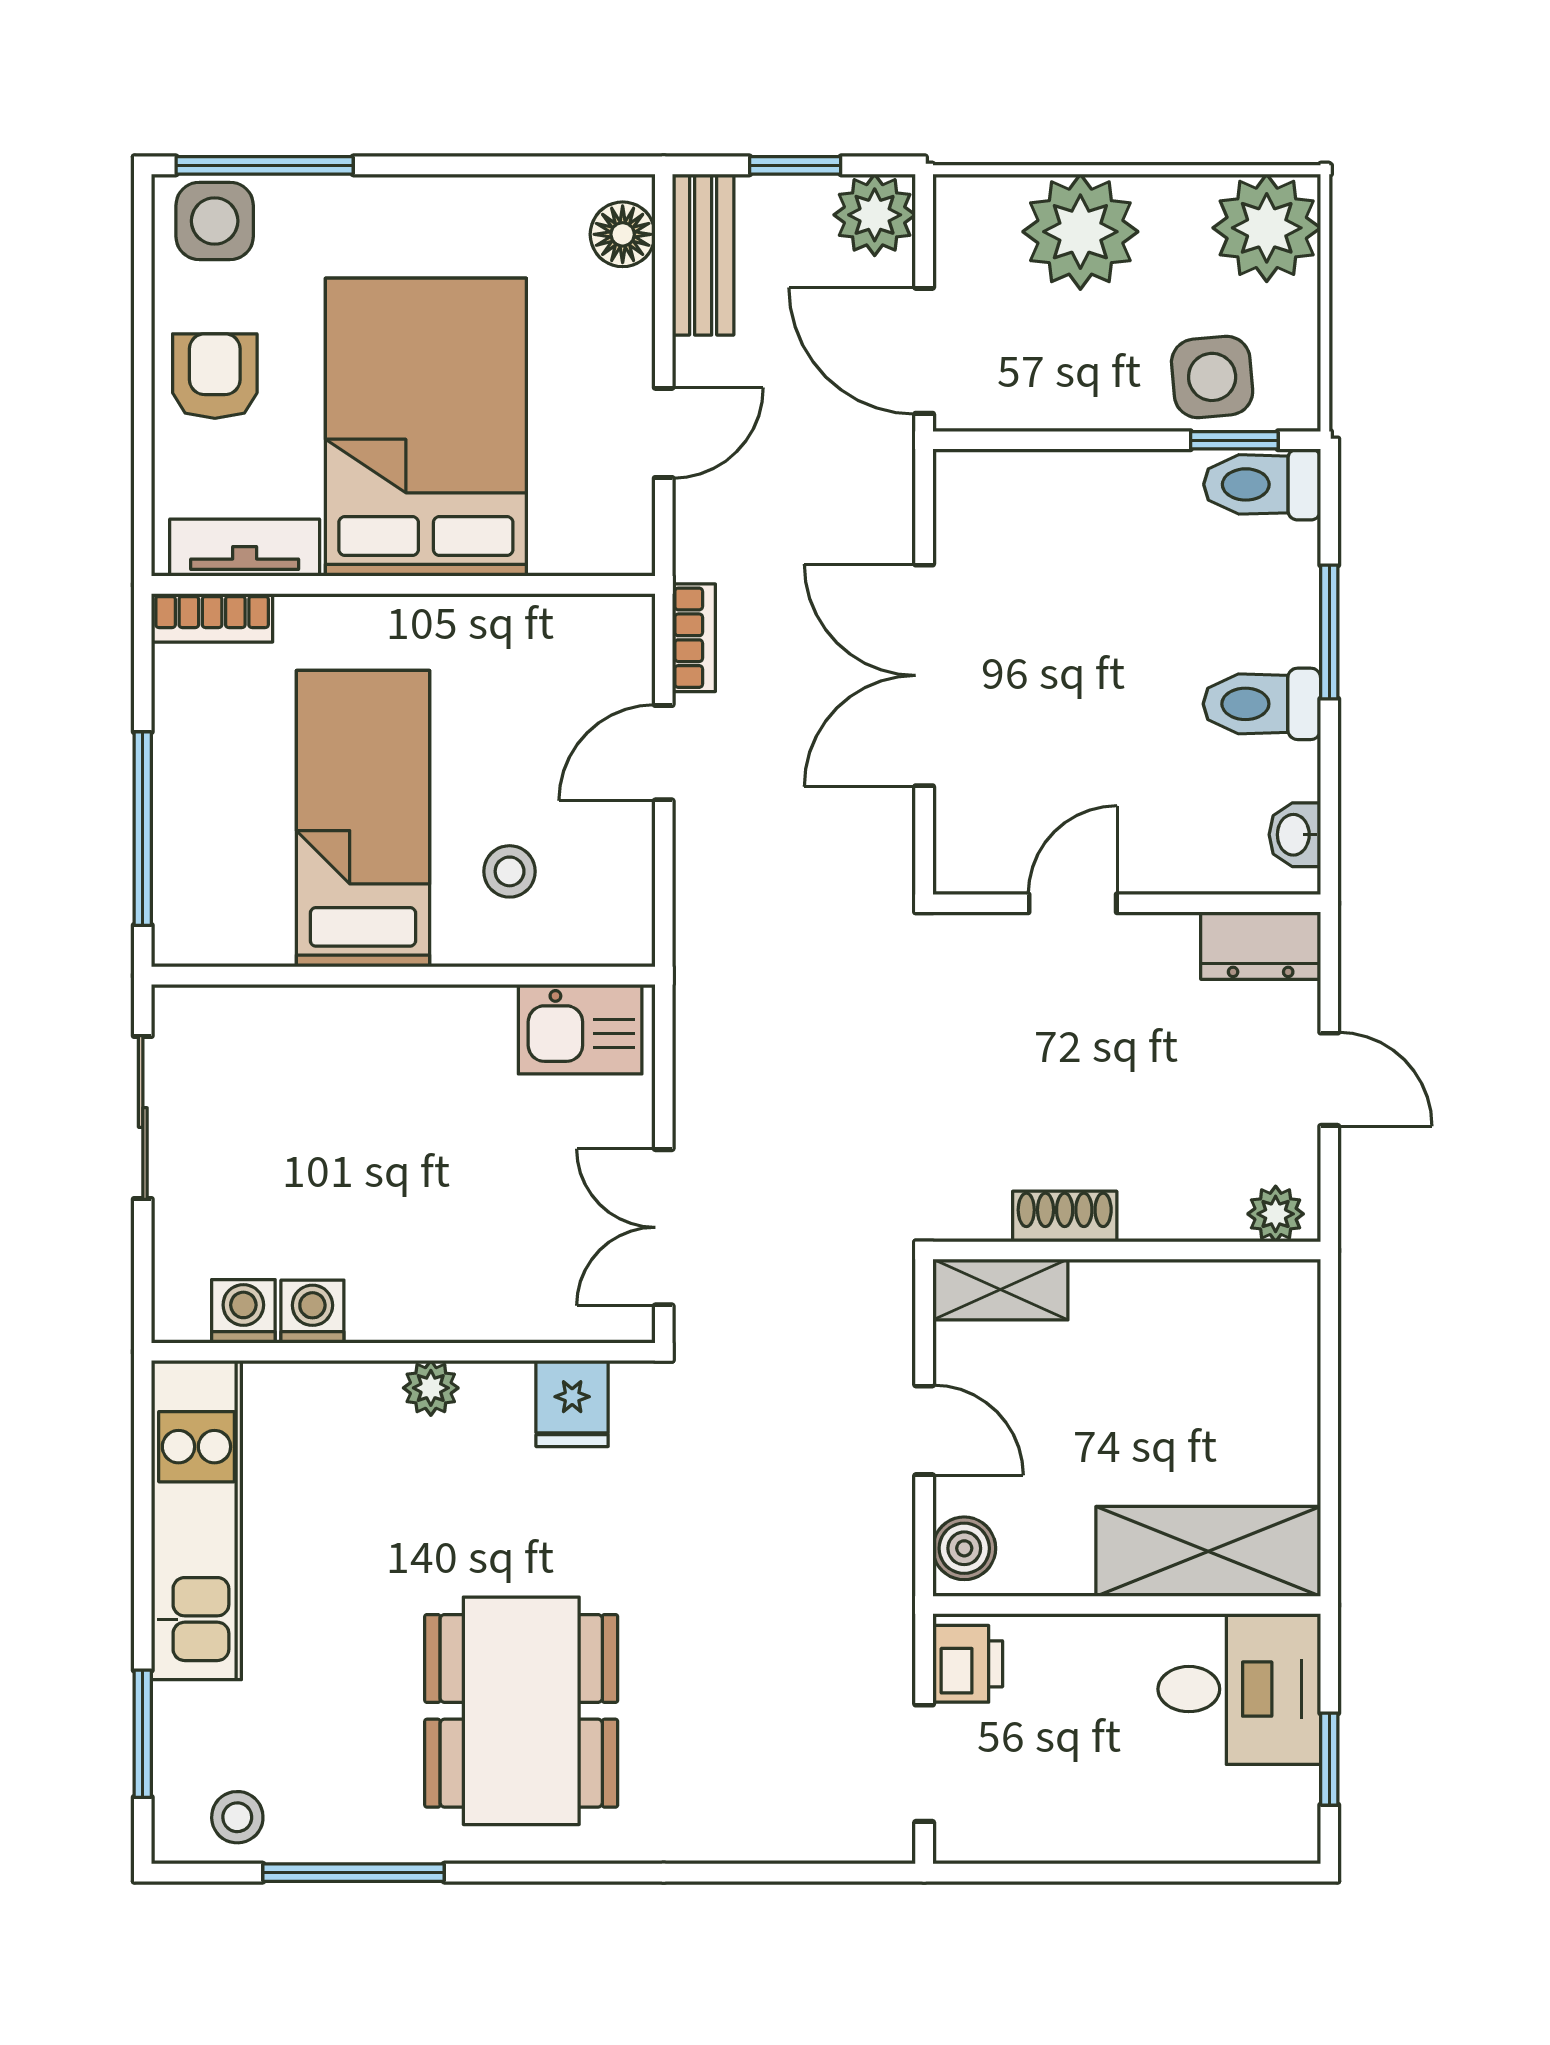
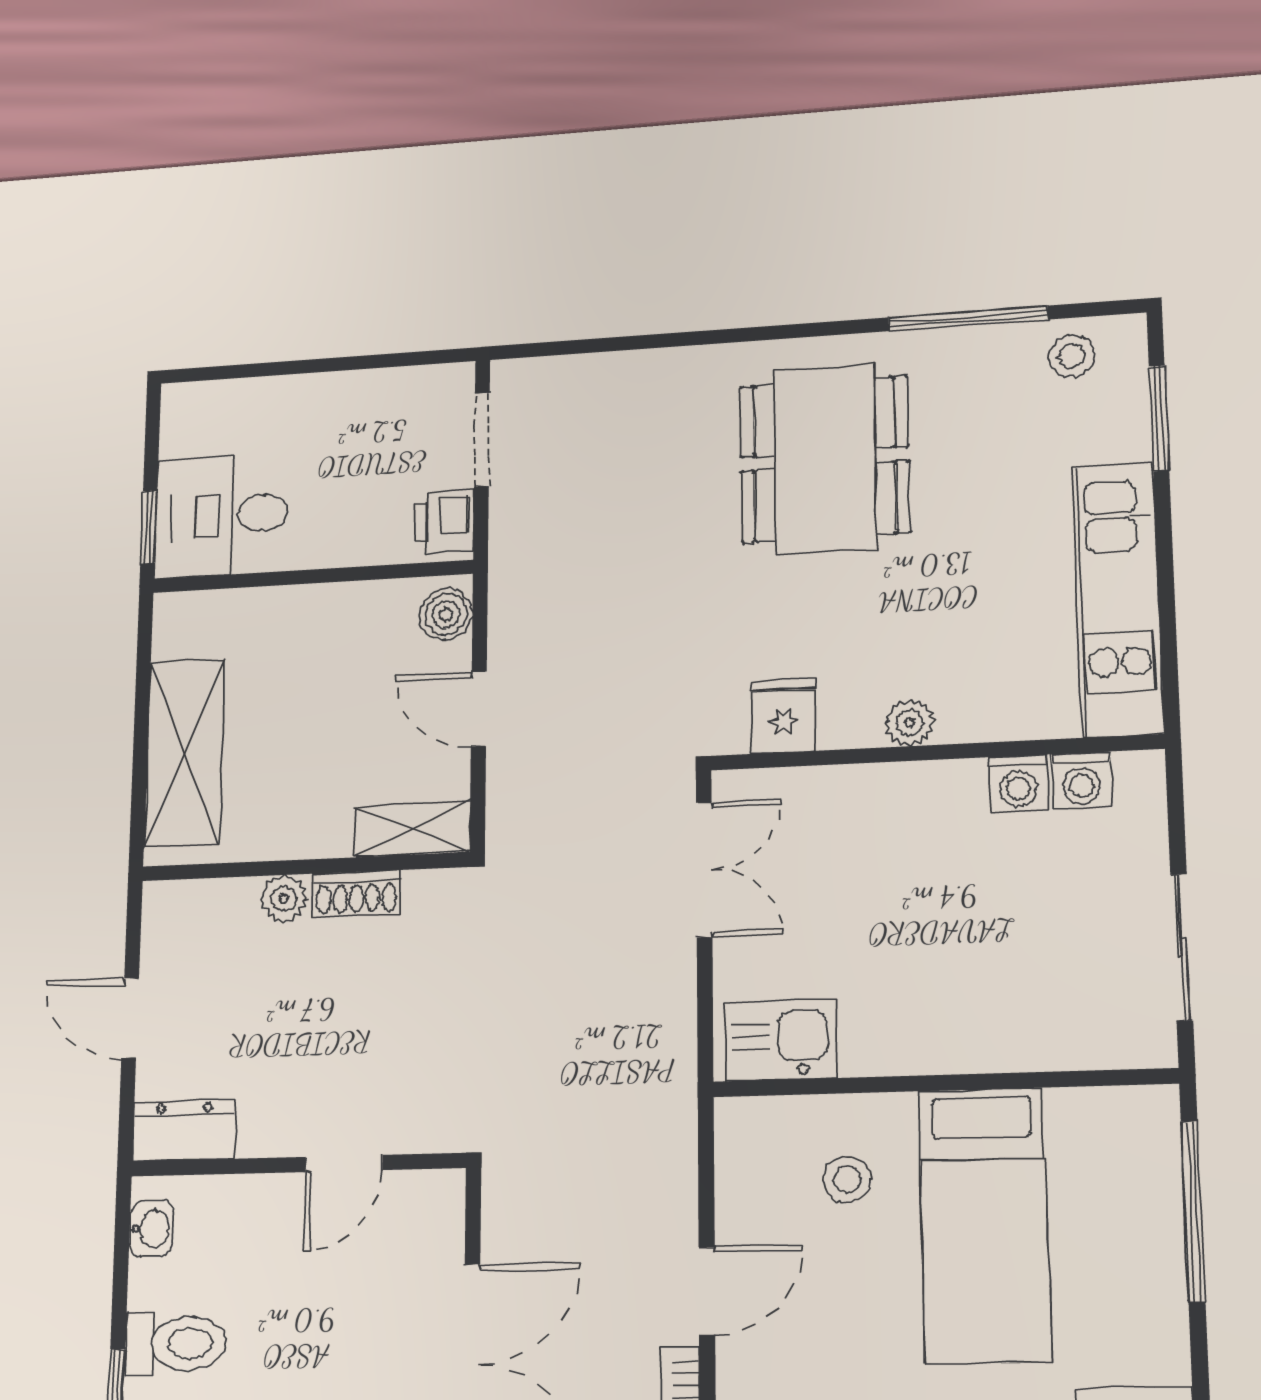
plant: (1276, 1214) -> (284, 898), moved
shelving: (1208, 1551) -> (184, 752), moved, turned 90
window: (1329, 1759) -> (149, 527), moved

